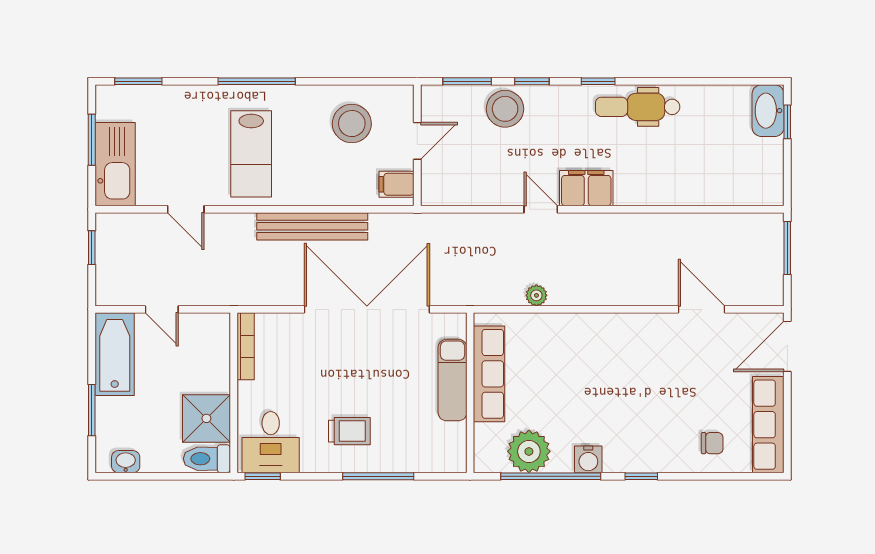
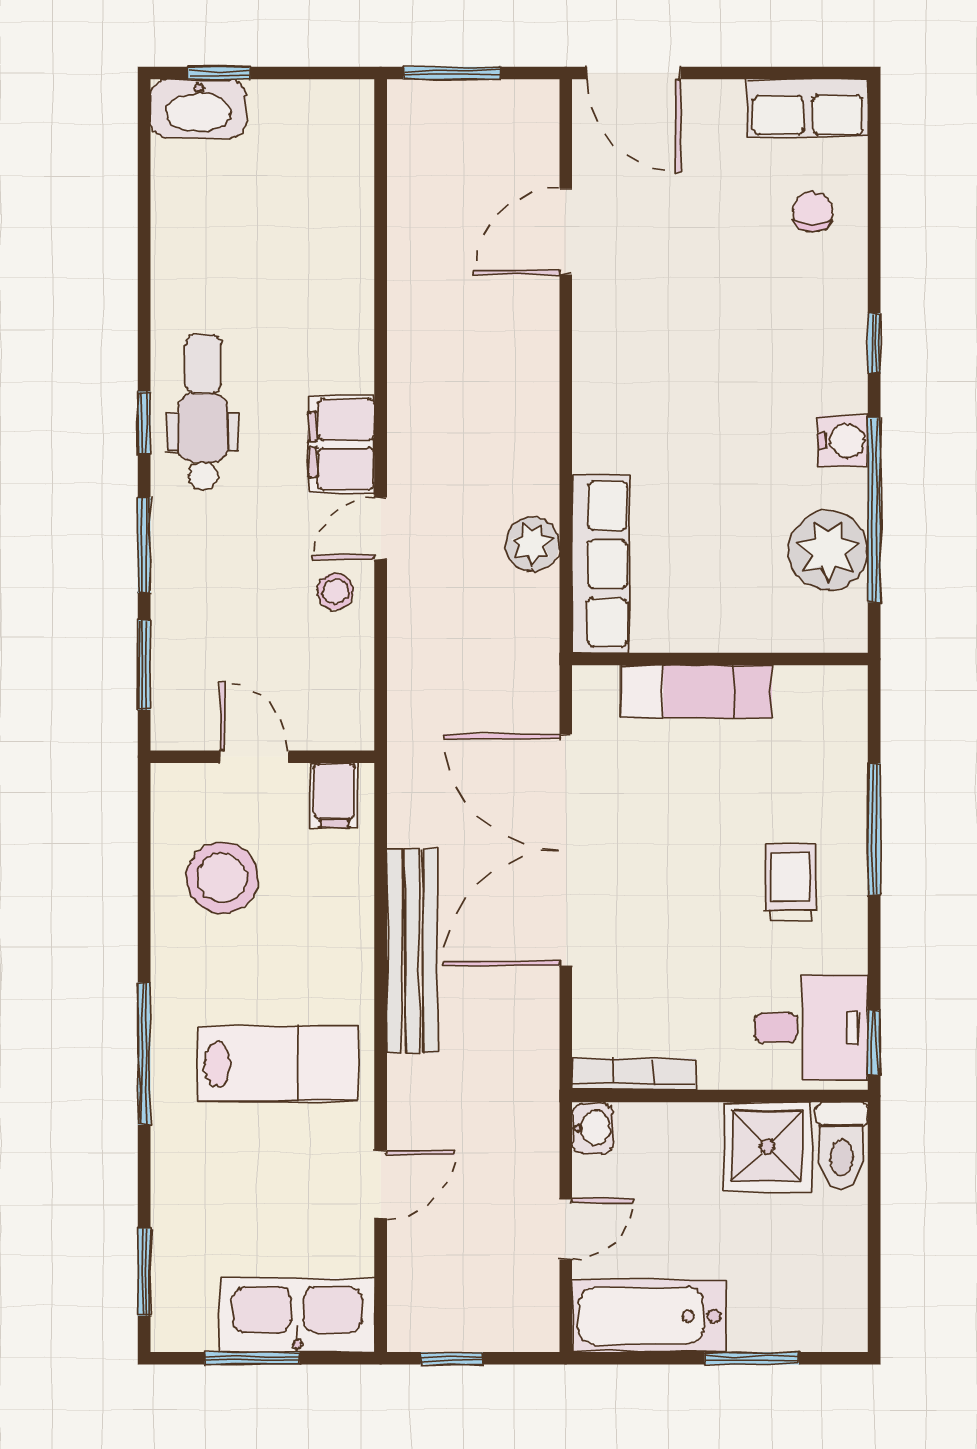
window: (532, 81) -> (144, 545), width x1.50
dental chair: (638, 107) -> (203, 412), moved, turned 180
stool: (505, 109) -> (335, 591), moved, width x0.53, depth x0.53
plant: (536, 295) -> (532, 544), width x1.38, depth x1.38
row of seats: (489, 374) -> (601, 564), moved, turned 90
row of seats: (768, 425) -> (808, 108), width x0.68
washbasin: (126, 462) -> (593, 1128), moved, turned 180

